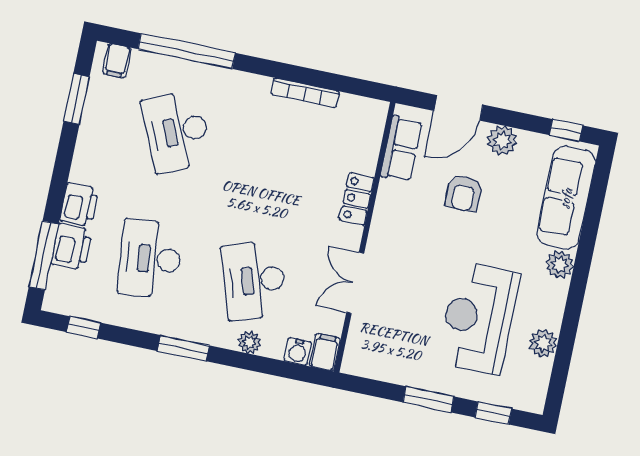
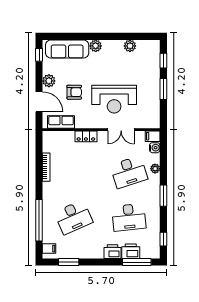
reception desk: (478, 318) -> (114, 99), moved

